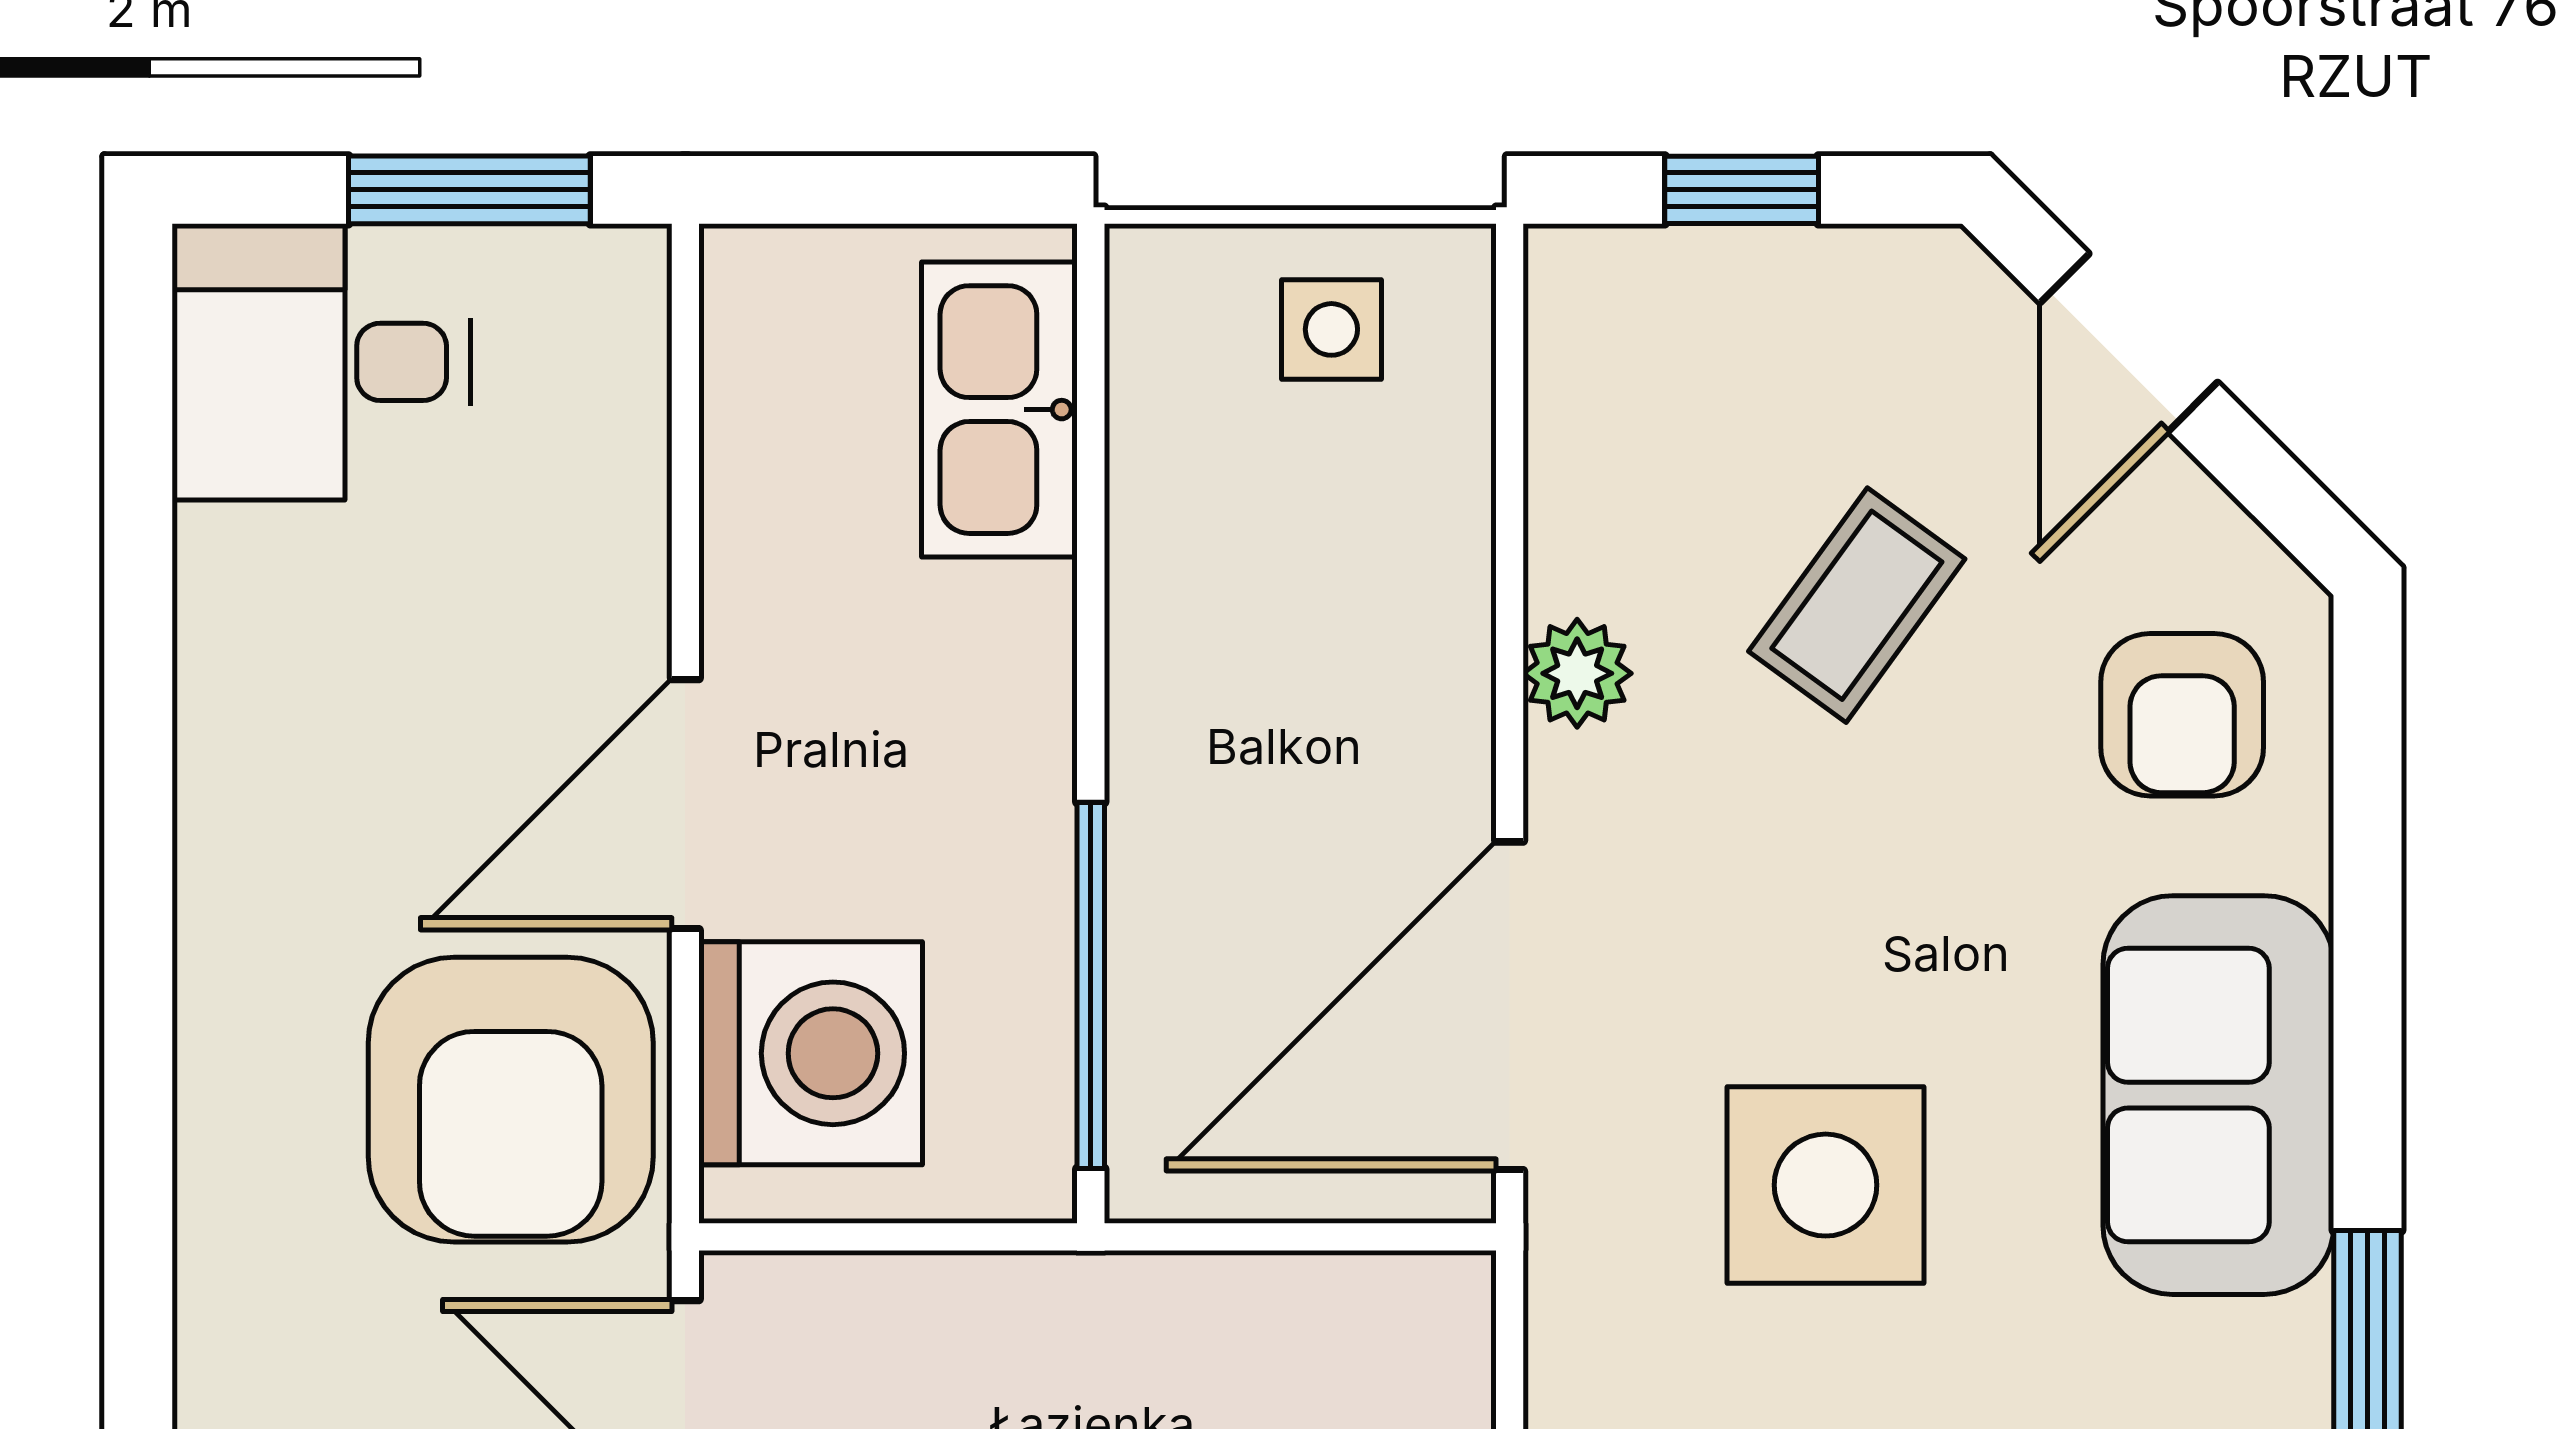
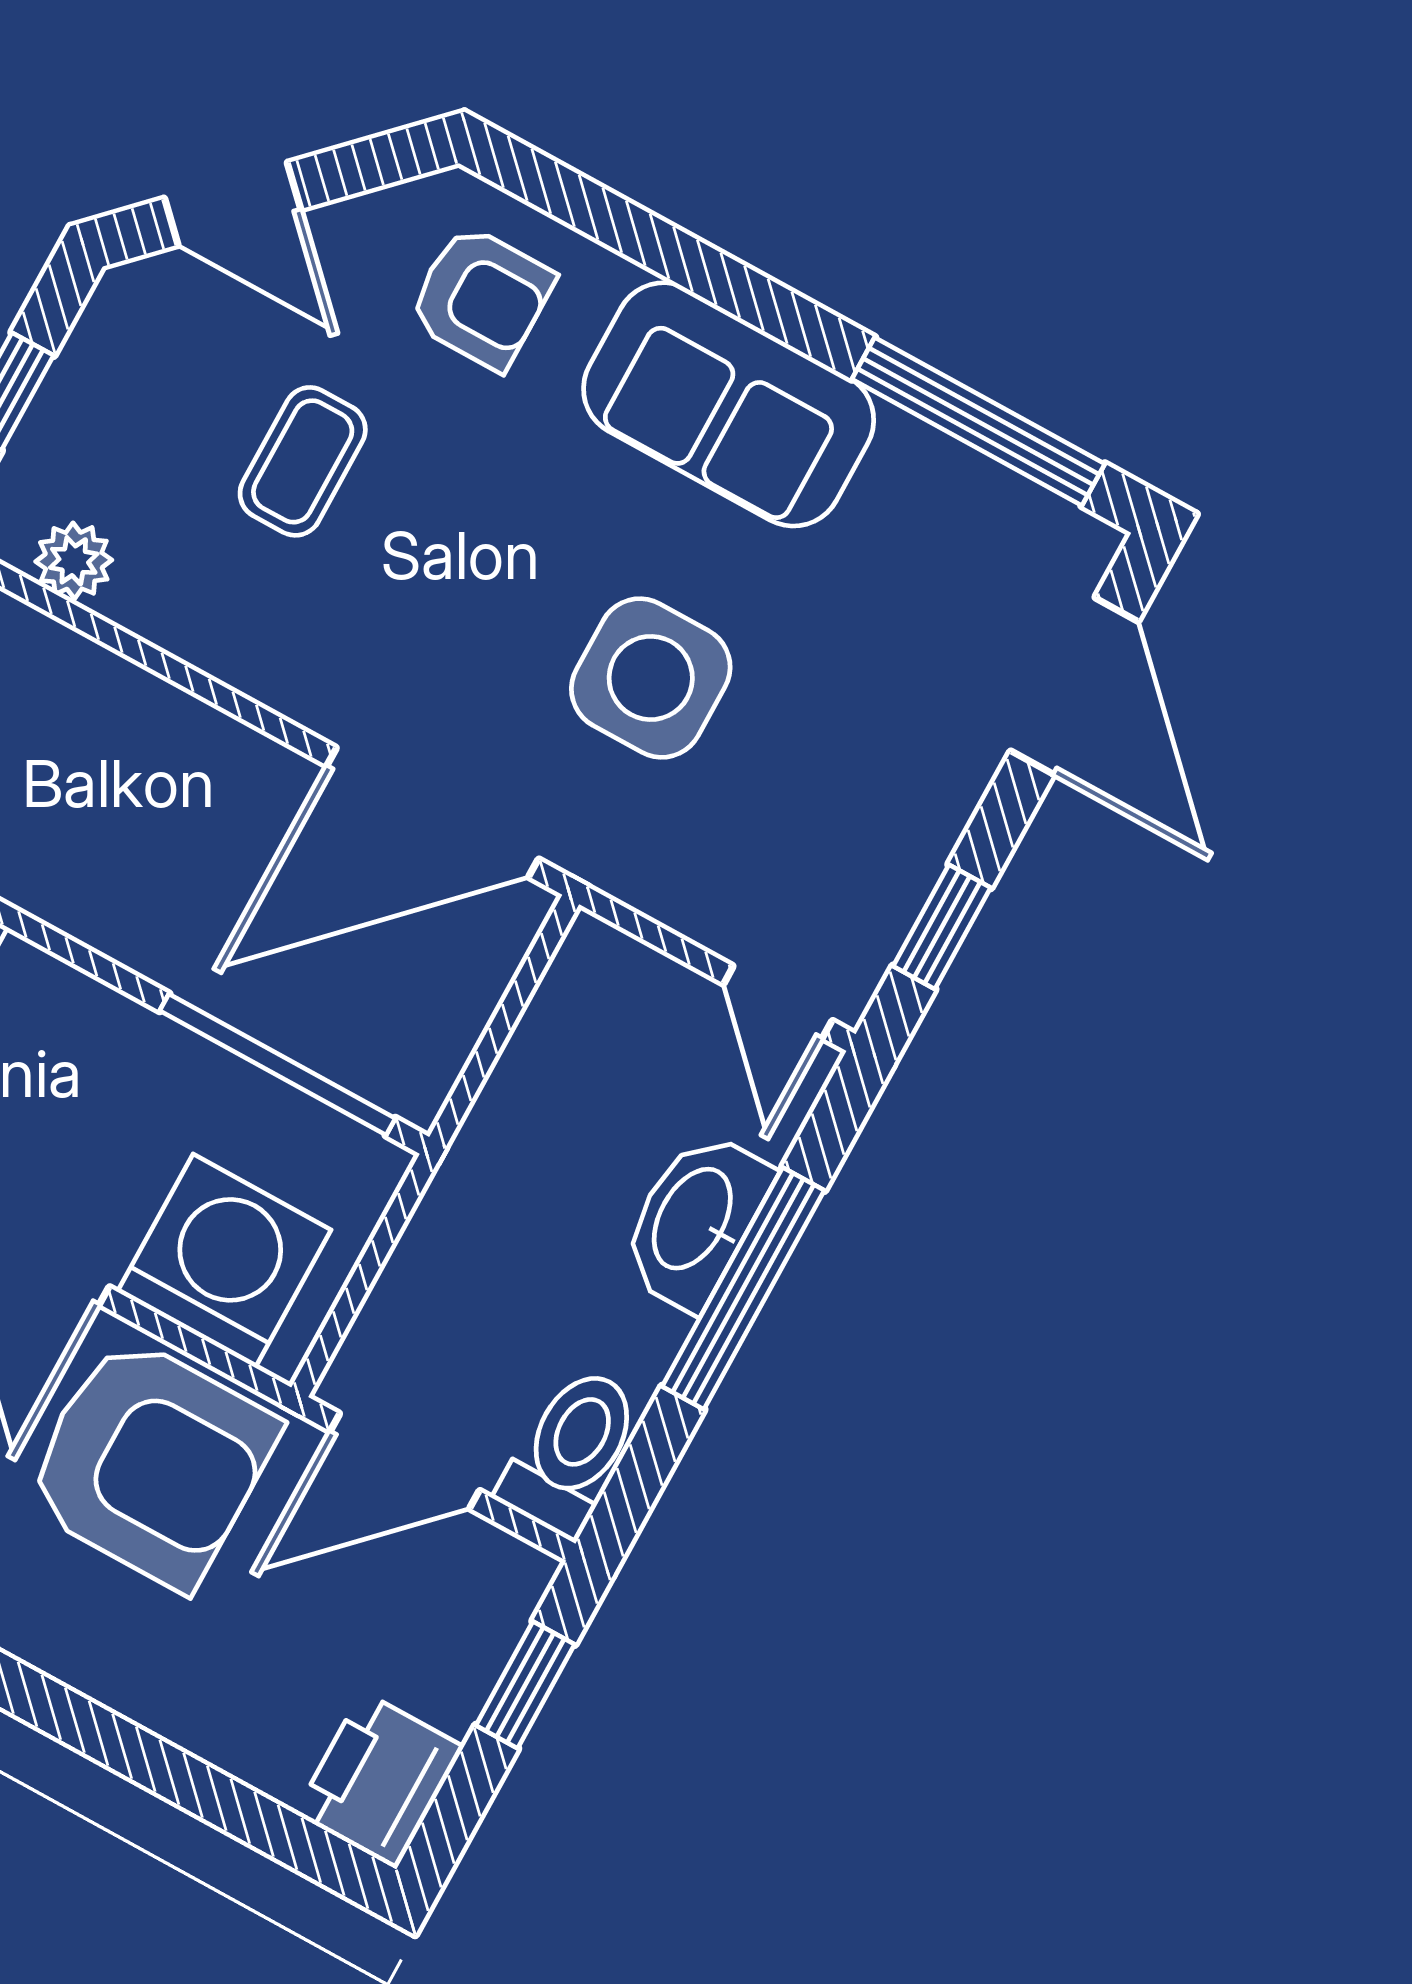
coffee table: (1857, 605) -> (303, 461), turned 54
plant: (1577, 673) -> (74, 561), moved
door: (1510, 1006) -> (432, 812), hinge flipped

